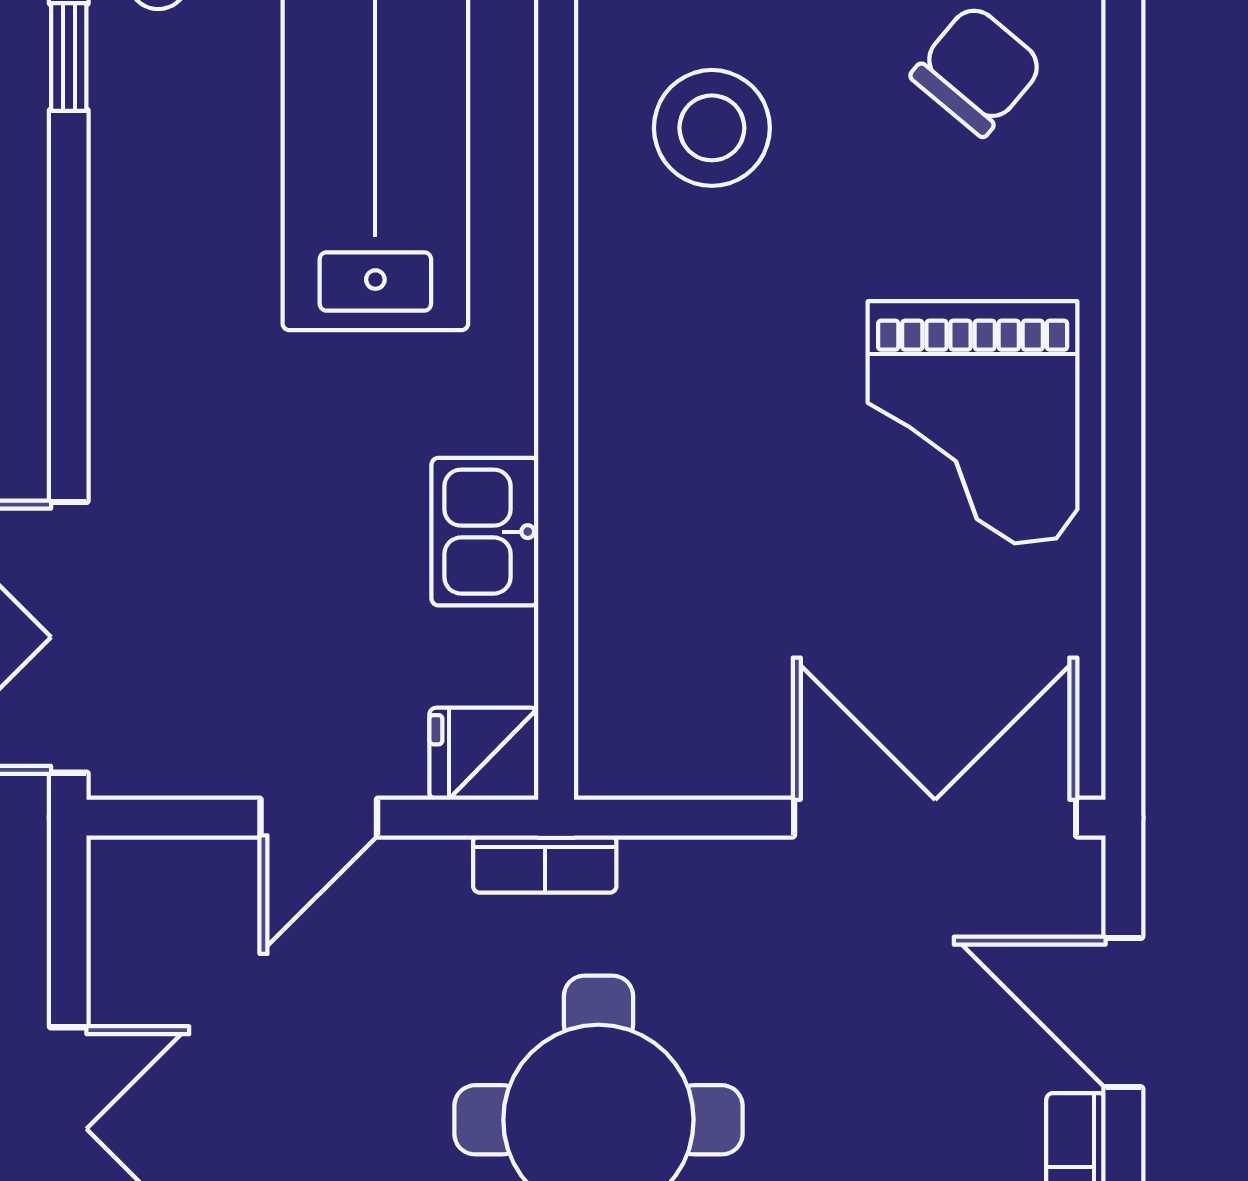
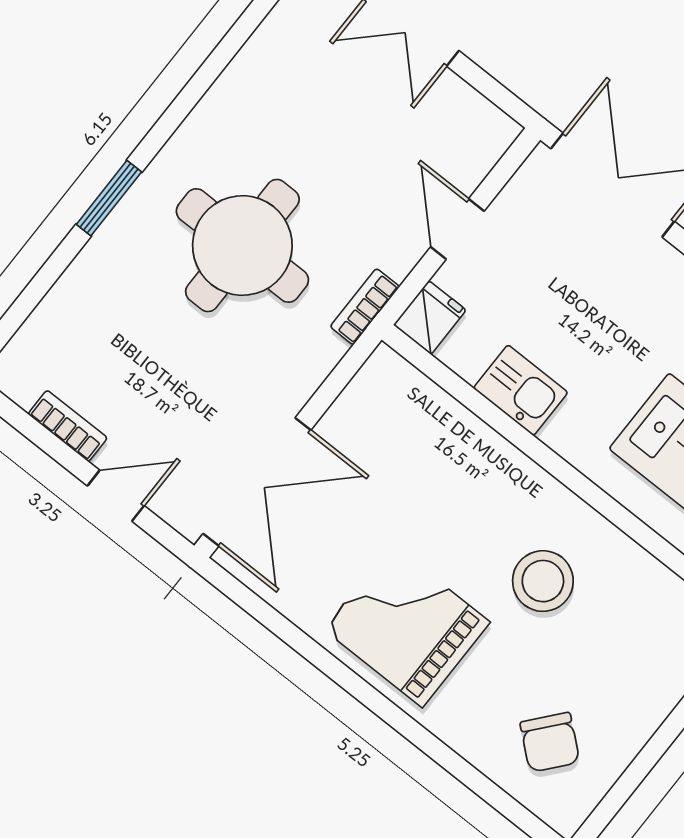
stool: (712, 128) -> (543, 581), moved
door: (1123, 1013) -> (116, 496), width x0.73

